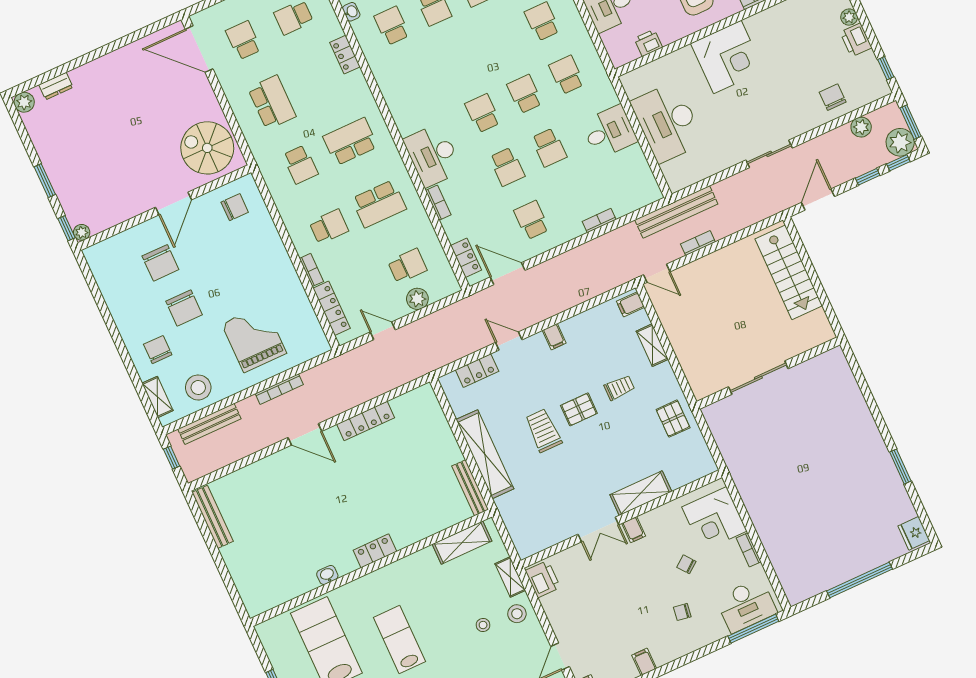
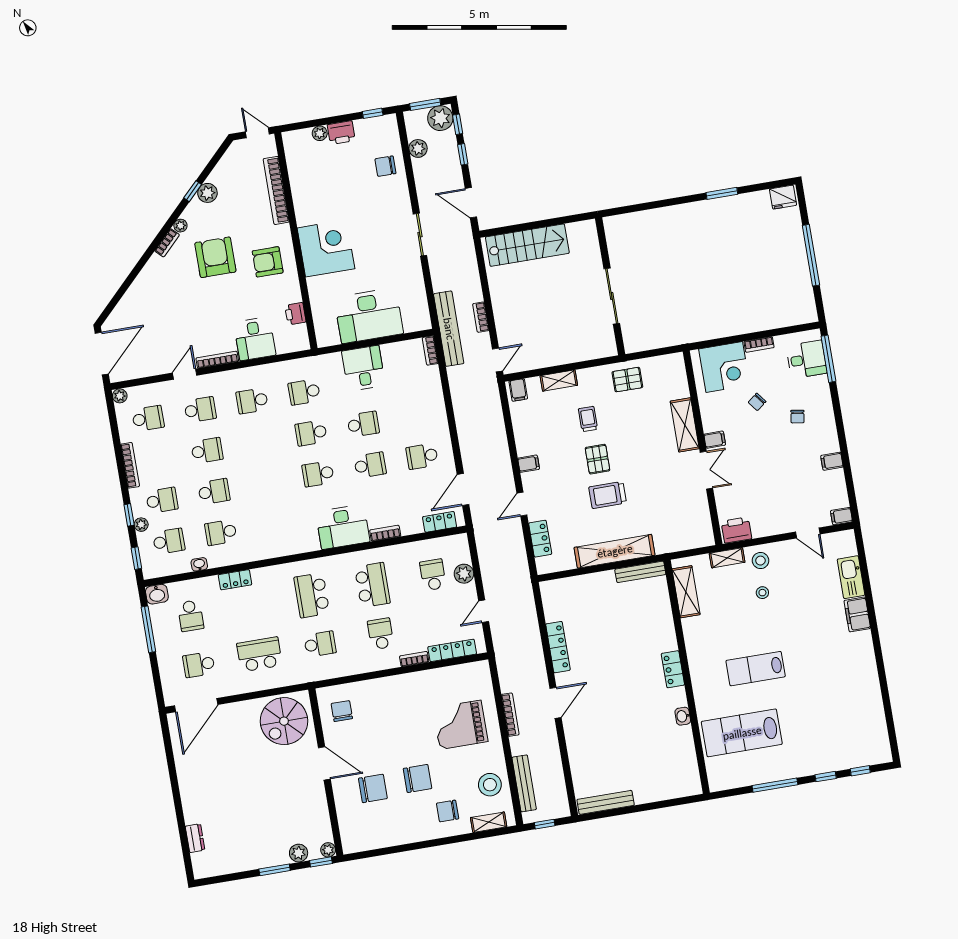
plant: (24, 102) -> (299, 853), moved
bookcase: (599, 220) -> (430, 351), moved
desk: (746, 605) -> (807, 359), width x0.73

